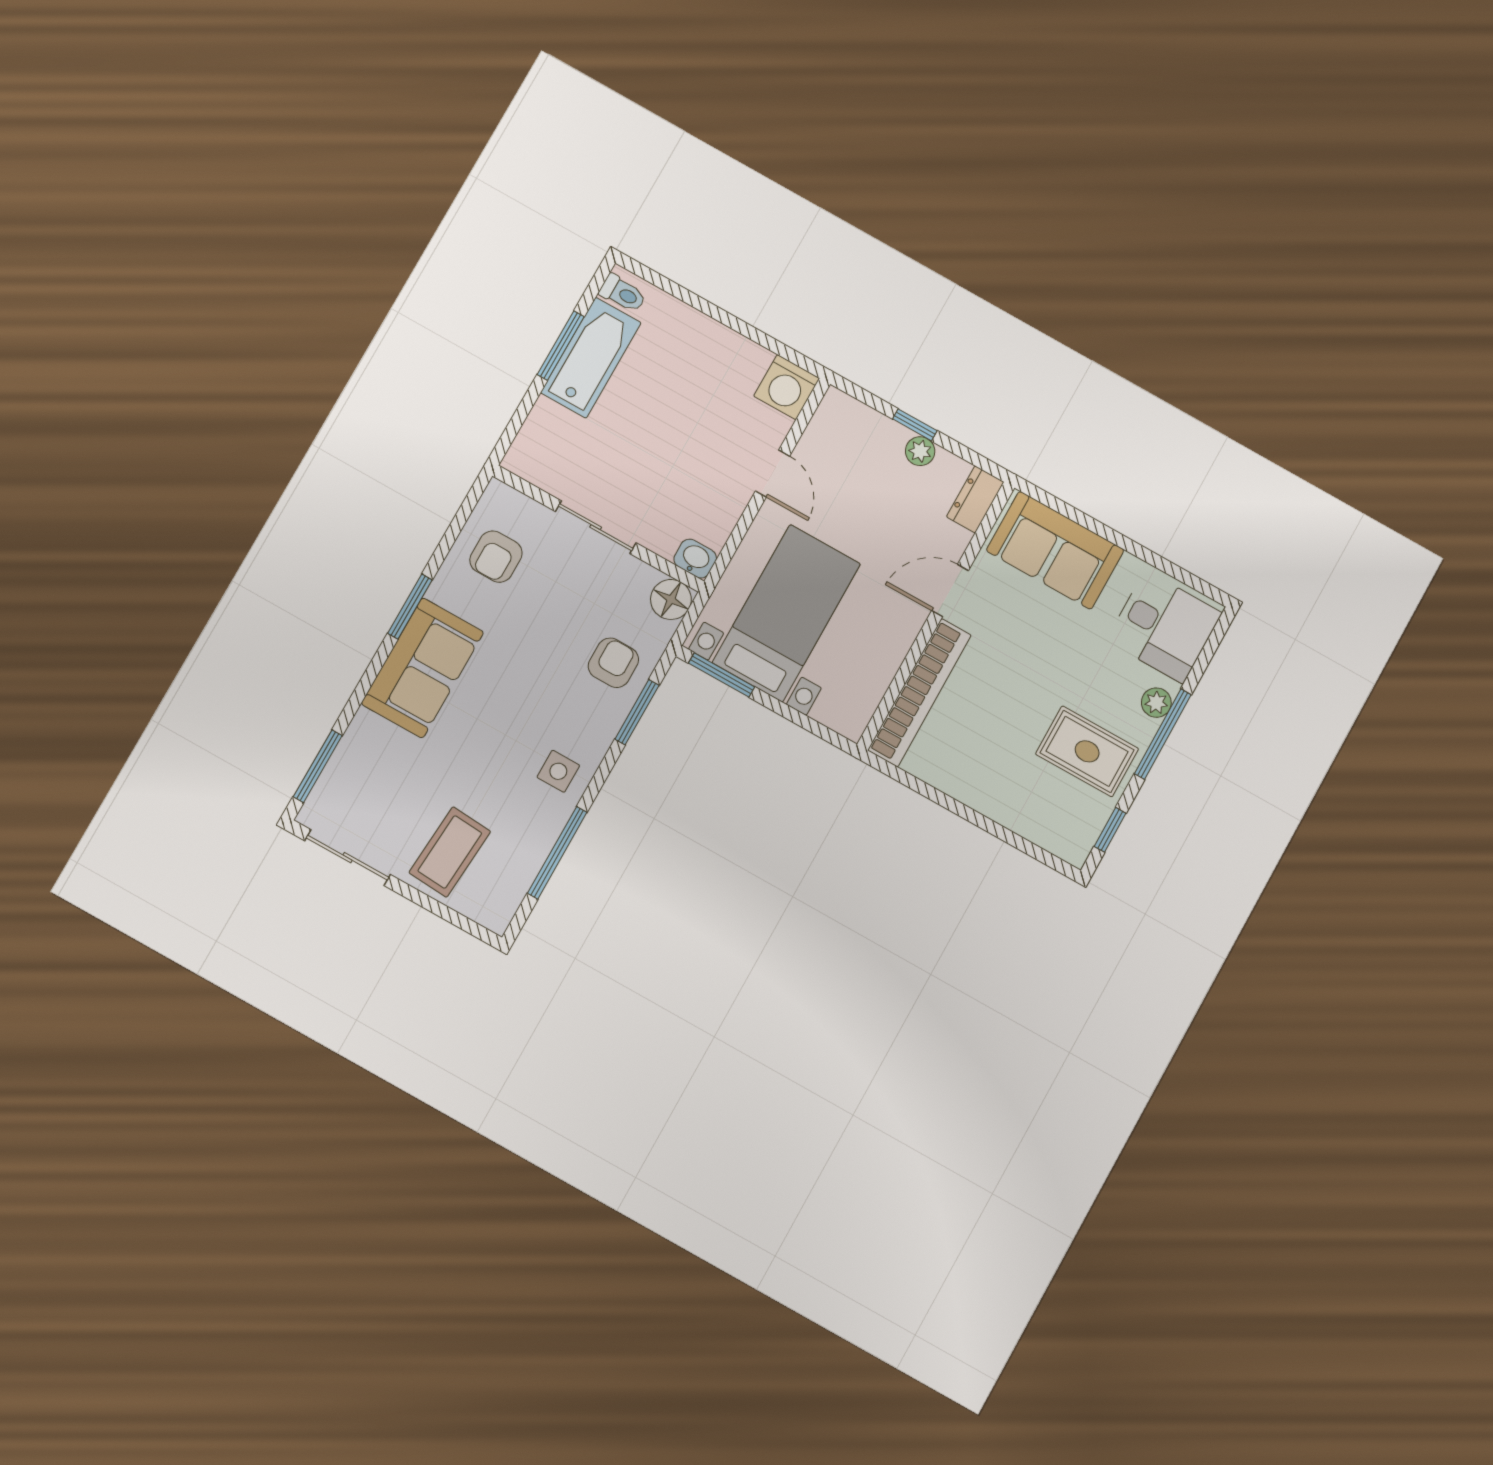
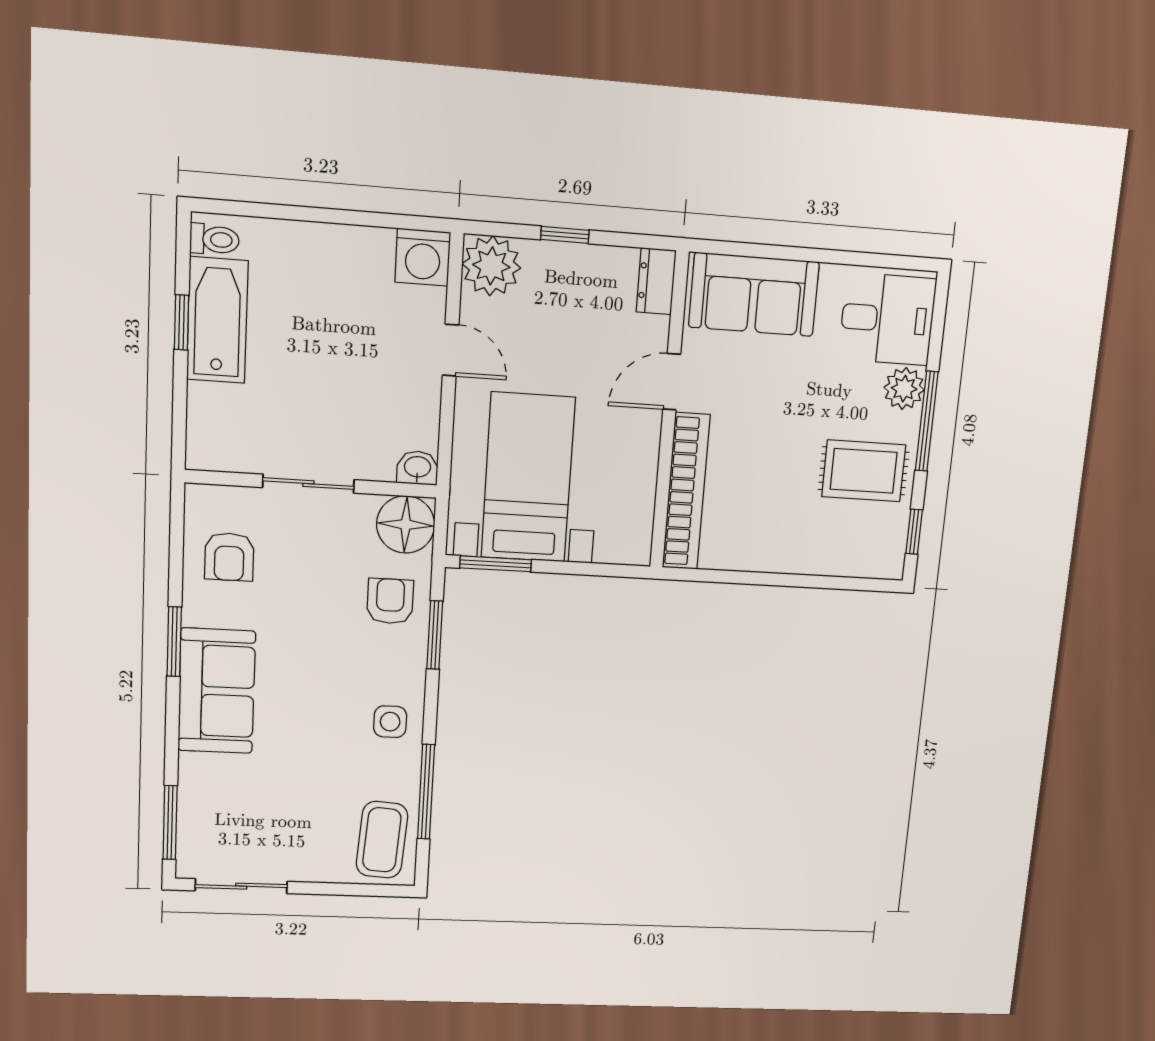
window: (561, 346) -> (181, 322), width x0.67
plant: (920, 451) -> (491, 266), moved, width x1.87, depth x1.87
floor lamp: (671, 599) -> (406, 524), width x1.38, depth x1.38
plant: (1156, 703) -> (904, 389), width x1.38, depth x1.38
coffee table: (450, 852) -> (382, 840), moved

